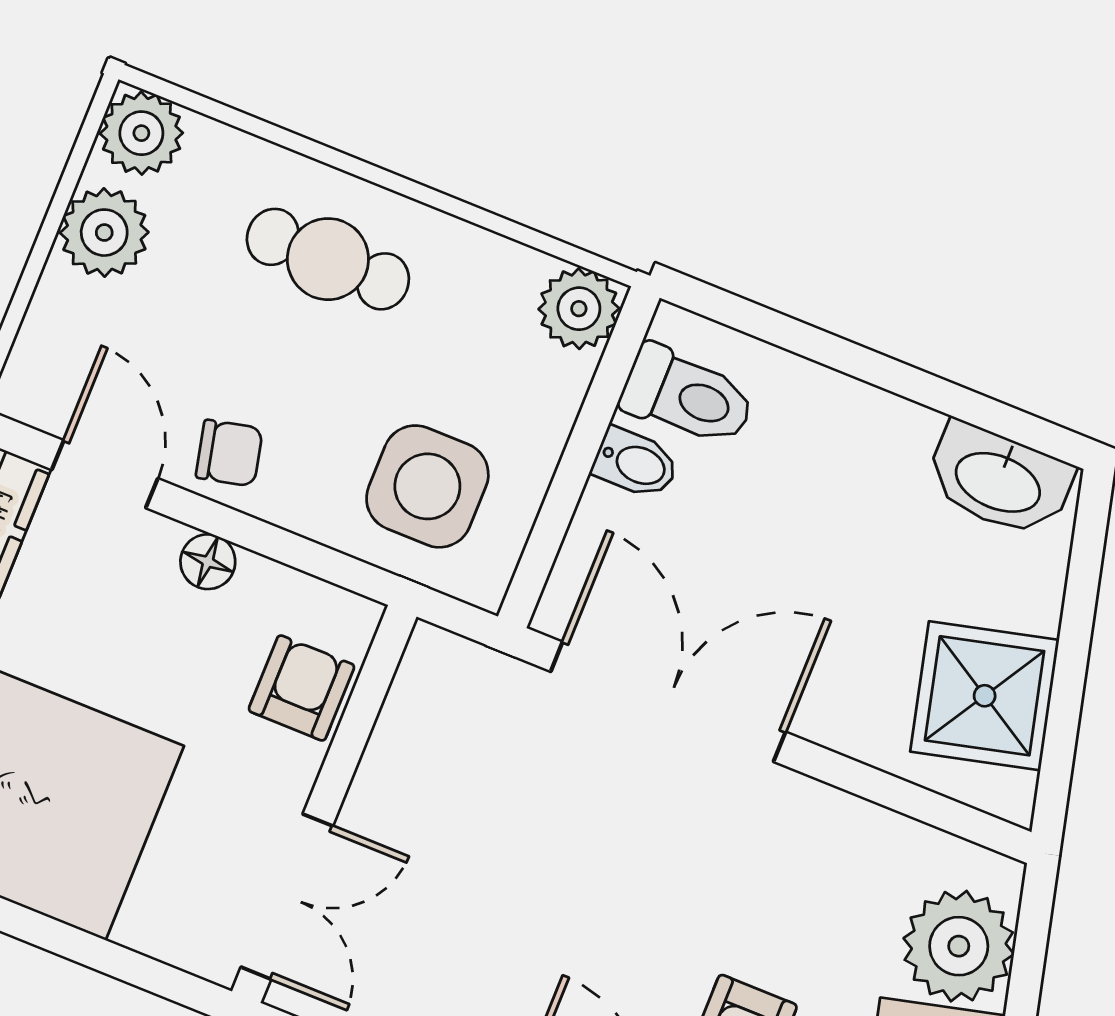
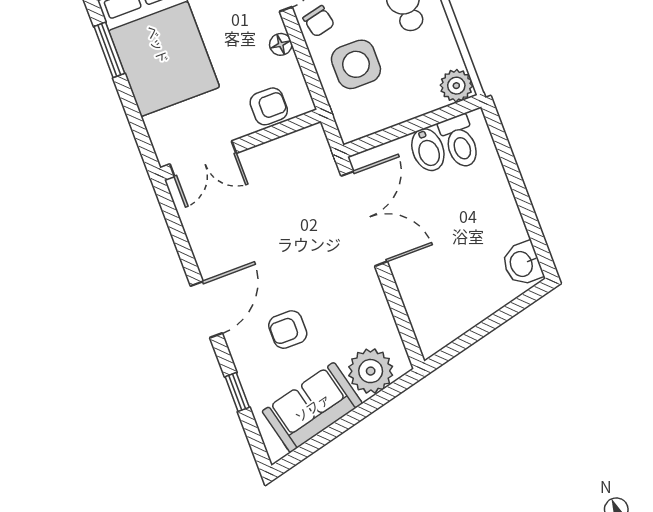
bidet: (635, 463) -> (428, 150), width x1.38, depth x1.36
washbasin: (999, 480) -> (522, 264), width x0.72
side table: (427, 486) -> (356, 64), moved
shower: (985, 696) -> (452, 311), removed

